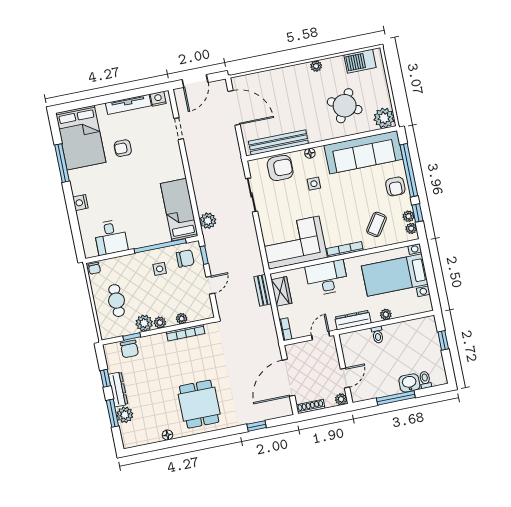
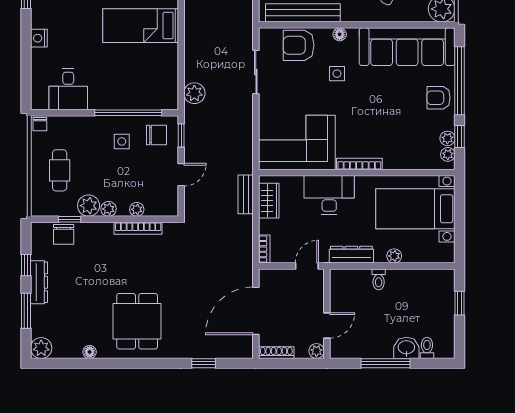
armchair: (280, 168) -> (299, 45), turned 180
armchair: (395, 186) -> (439, 98), turned 90
bed: (179, 210) -> (141, 26), moved, turned -90
coffee table: (376, 224) -> (405, 141), removed
plant: (125, 415) -> (41, 348), moved

